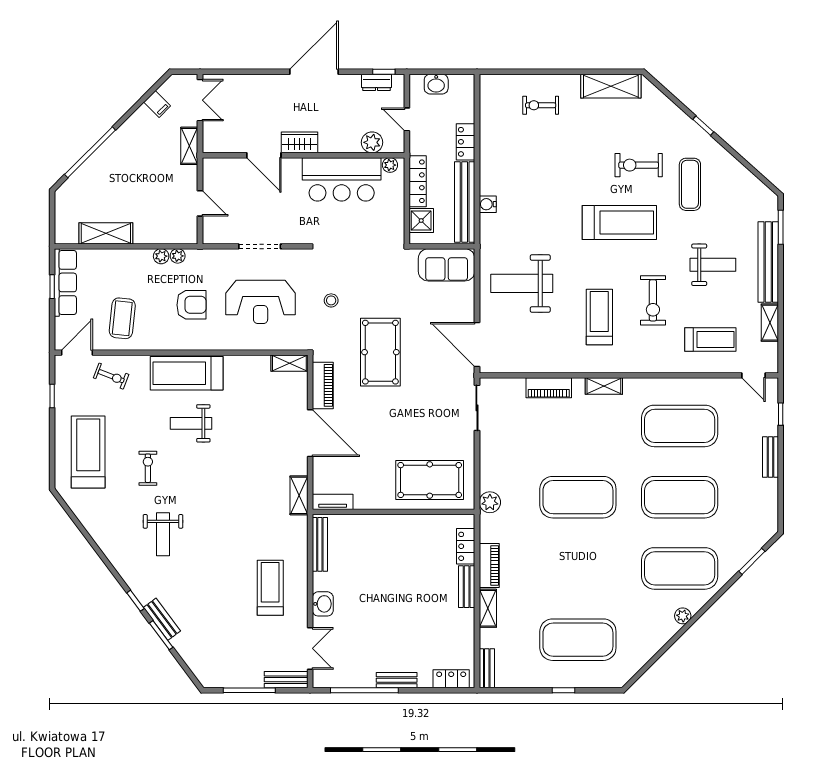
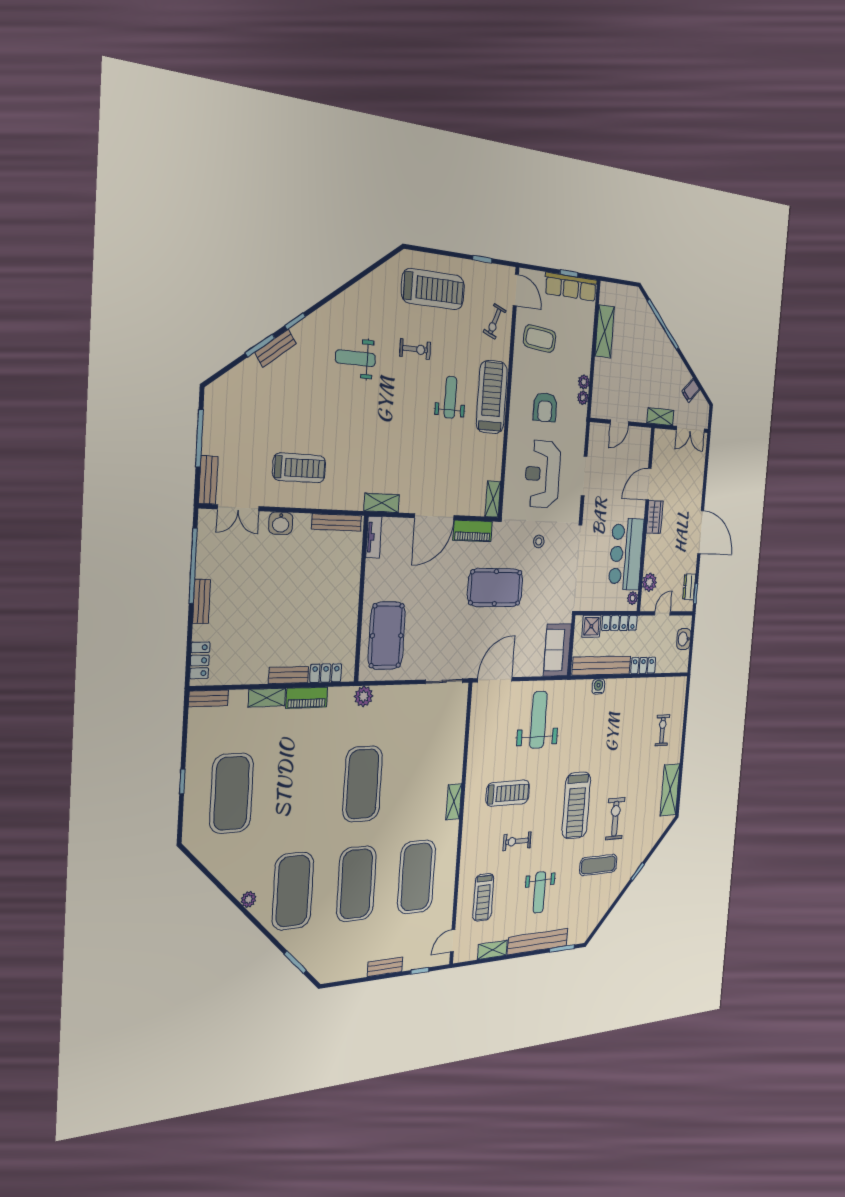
exercise bike: (653, 300) -> (517, 841), width x0.73, depth x0.72
piano: (549, 388) -> (456, 750), removed

